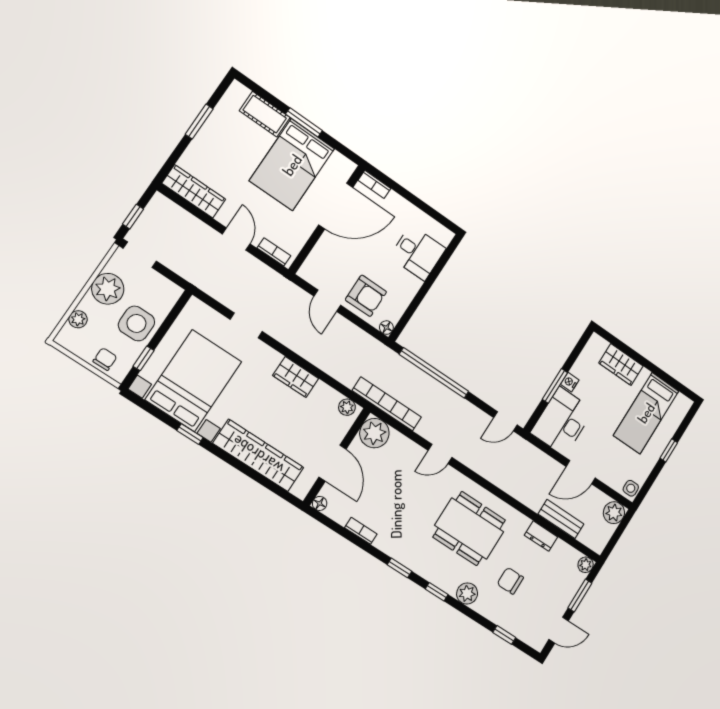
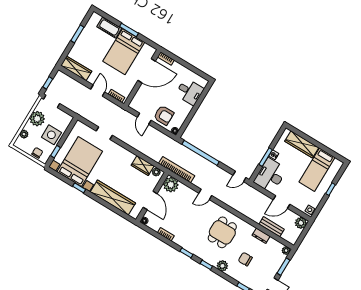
wardrobe: (621, 365) -> (302, 144), width x1.50
wardrobe: (296, 377) -> (143, 166), moved
dining table: (469, 529) -> (222, 232), width x0.73

